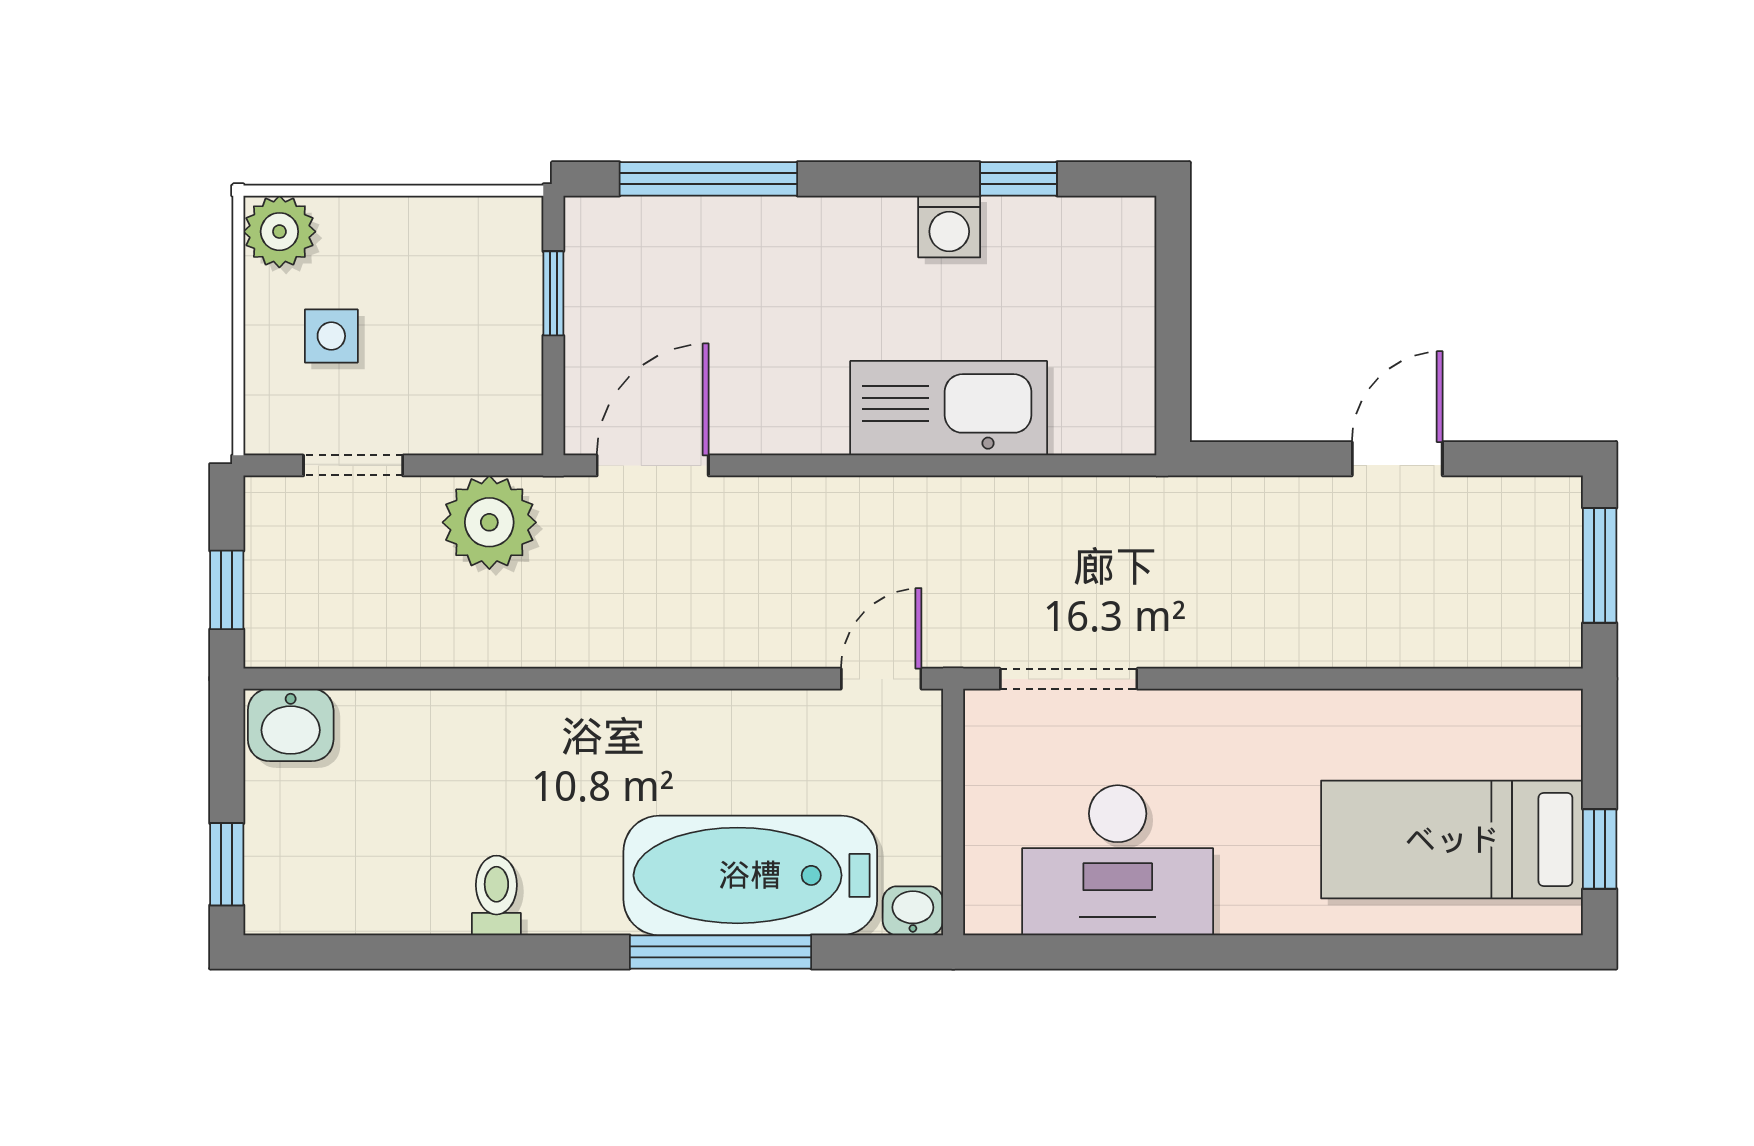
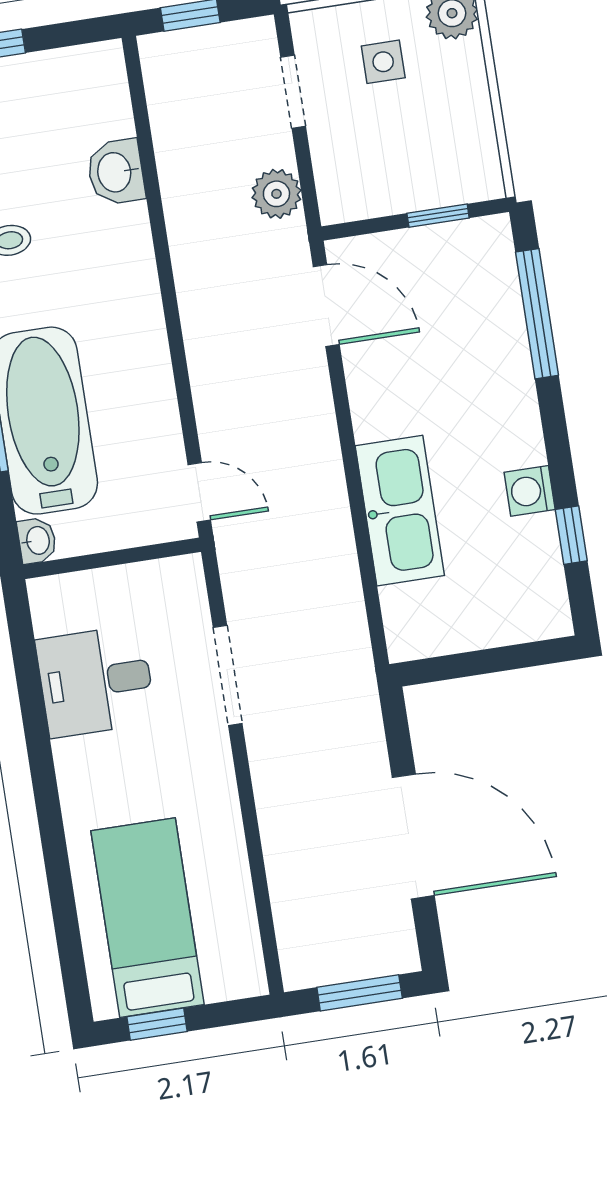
door: (1397, 459) -> (413, 836), width x1.87
plant: (489, 522) -> (276, 194), width x0.73, depth x0.73
doorway: (1069, 679) -> (228, 675), moved
washbasin: (291, 725) -> (116, 172), moved
desk: (1118, 860) -> (96, 681), width x0.73

